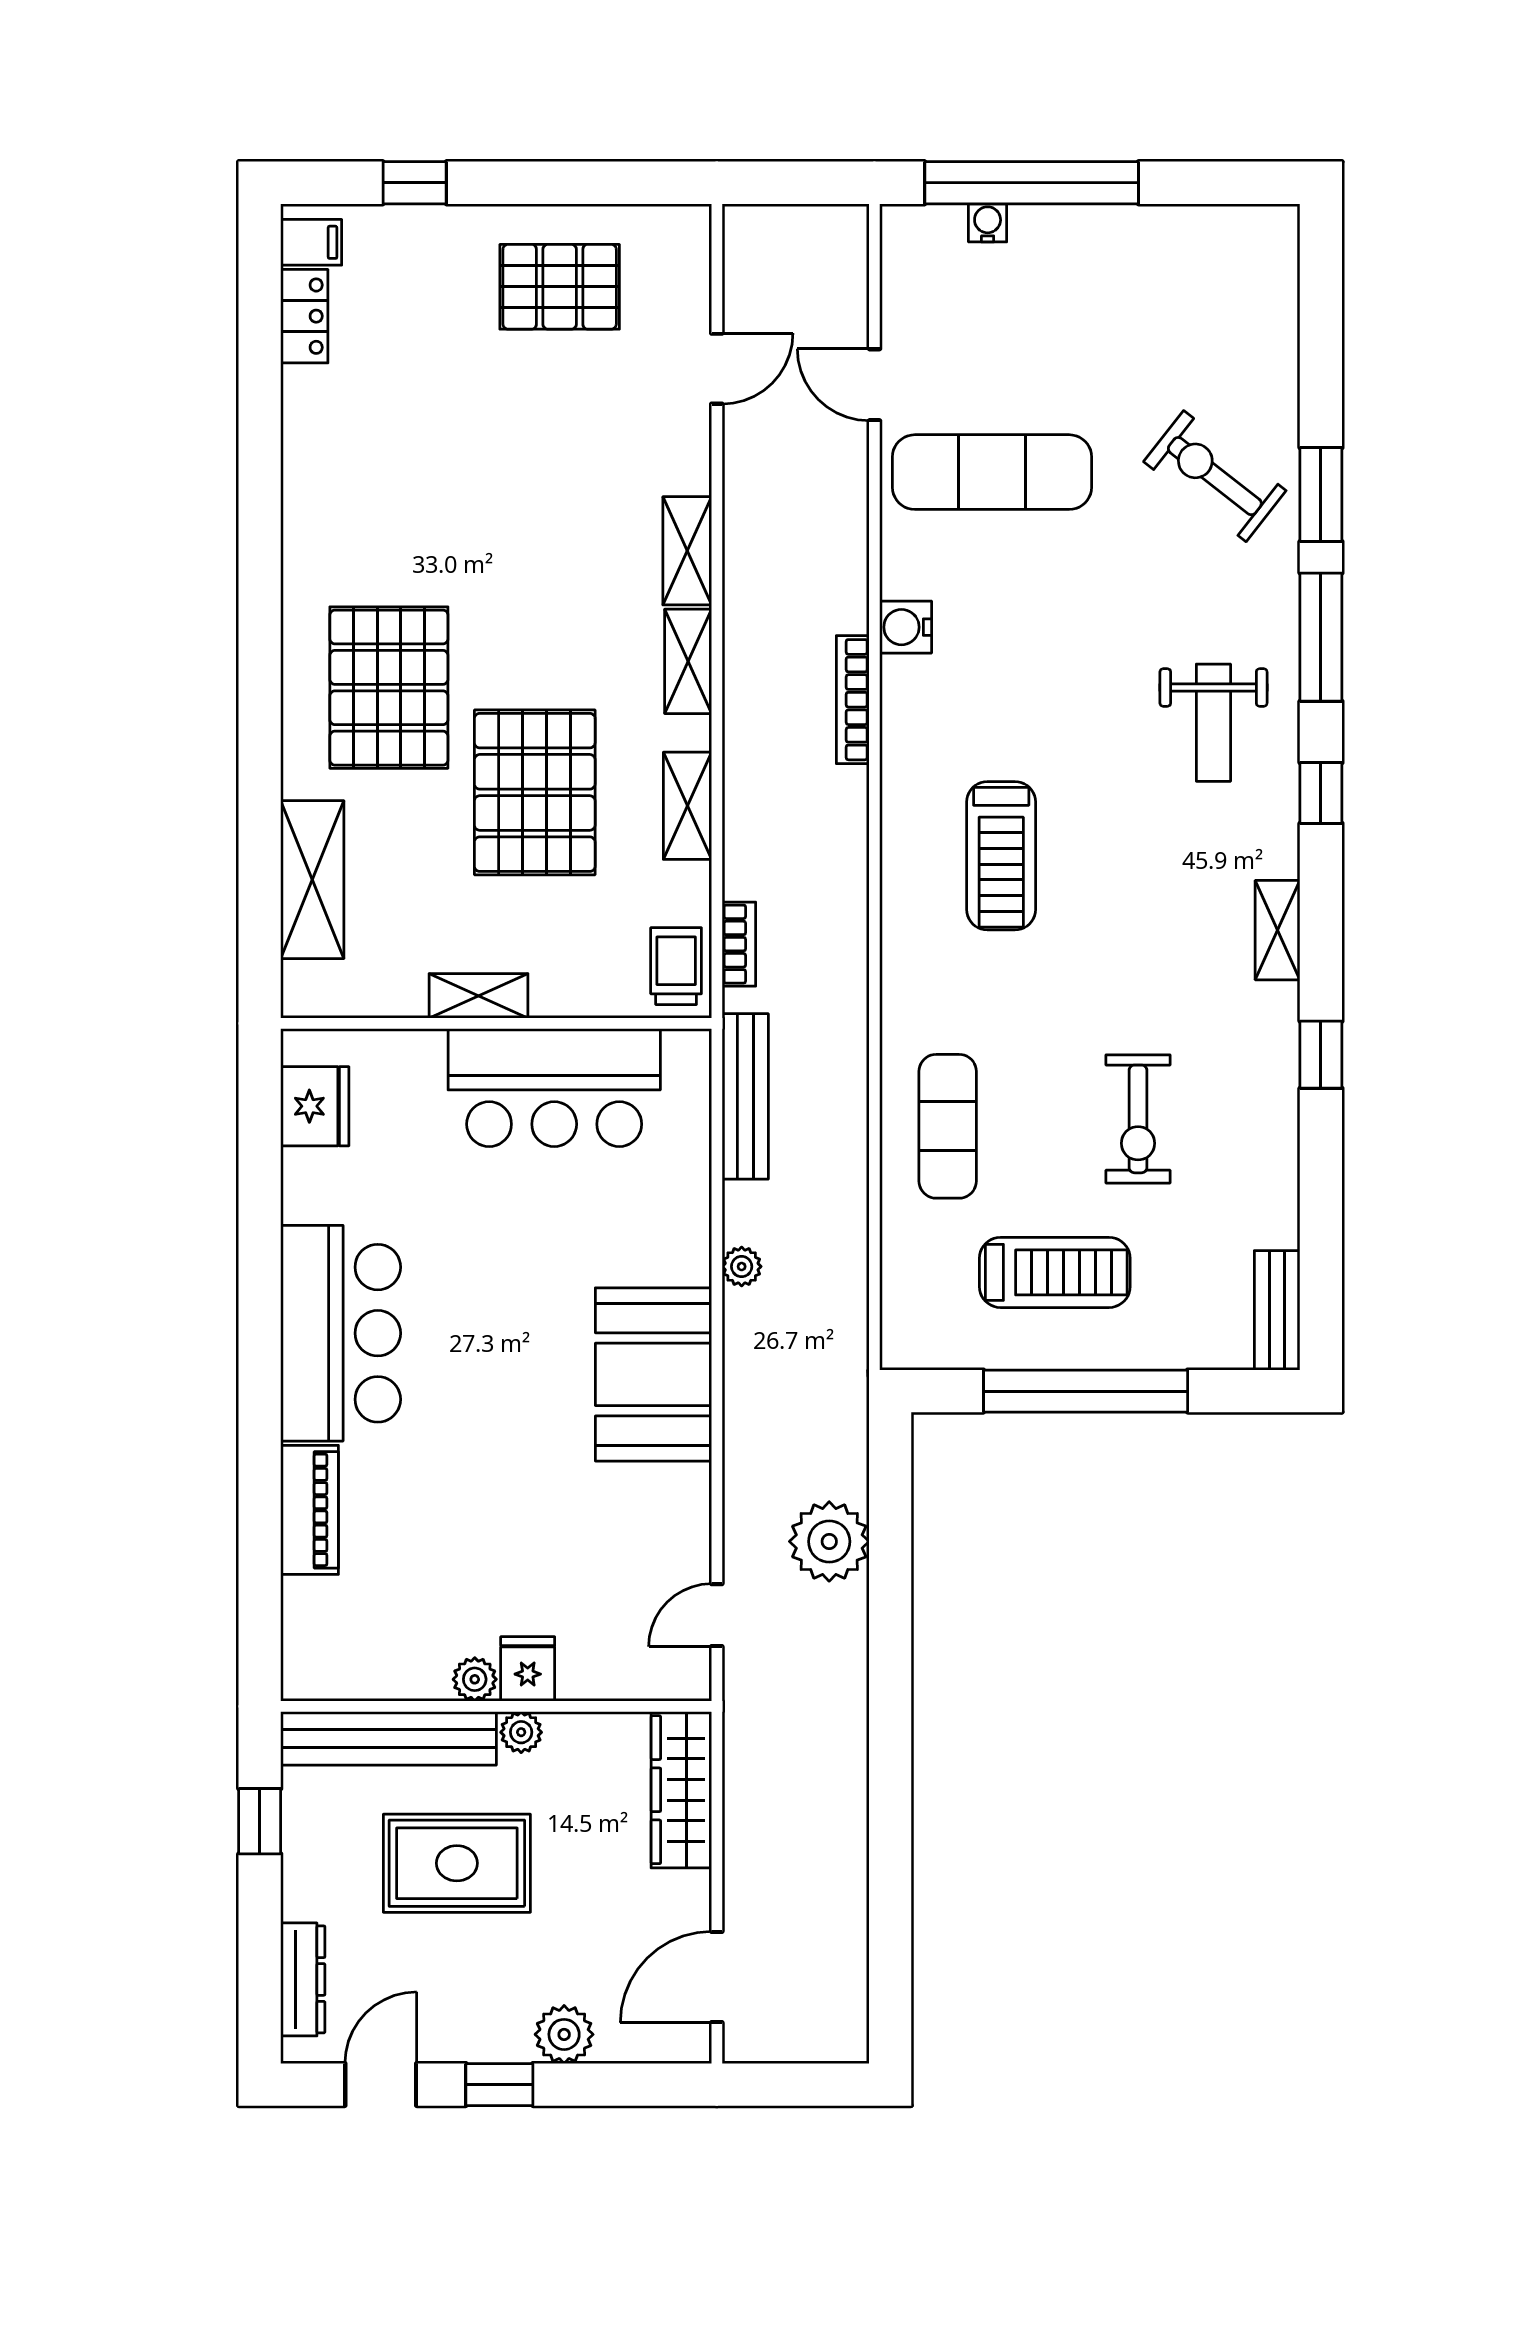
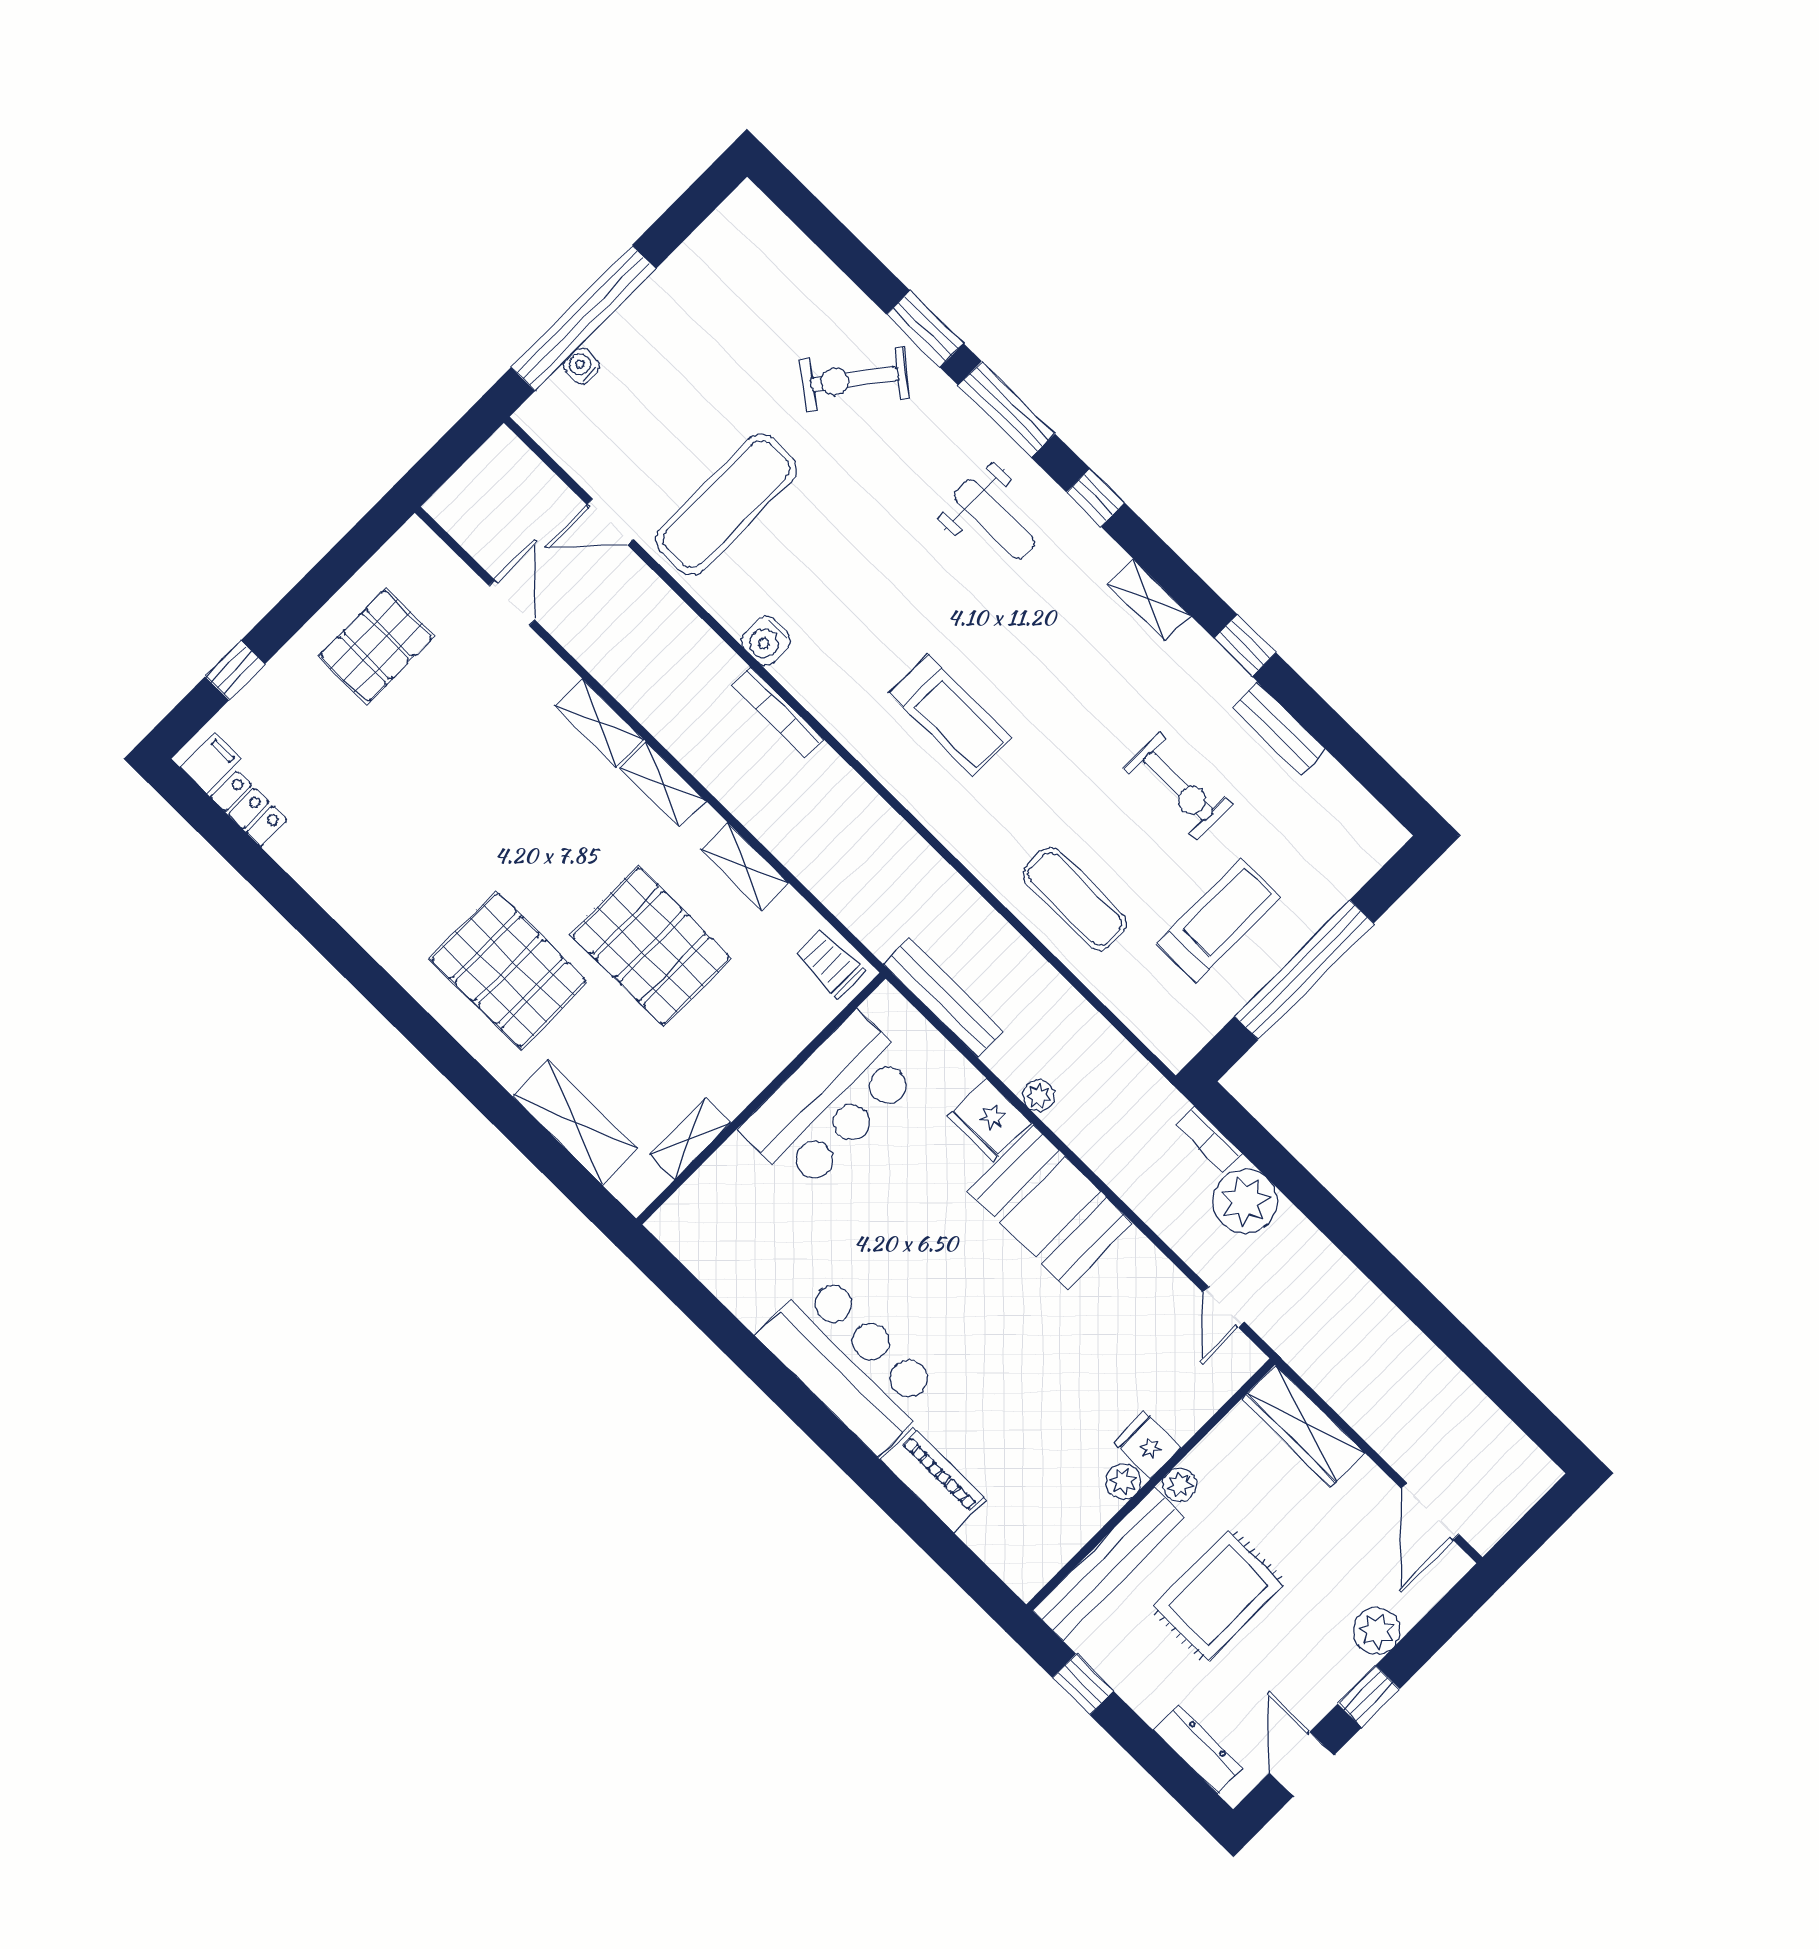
bookcase: (739, 944) -> (1209, 1139), moved, turned 180
shelving: (479, 996) -> (690, 1139), moved
fridge: (315, 1106) -> (989, 1120), moved, turned 180
bench: (1277, 1310) -> (1279, 728), moved

